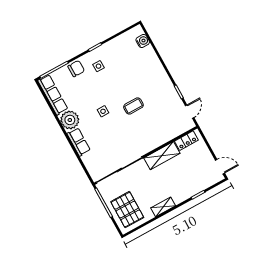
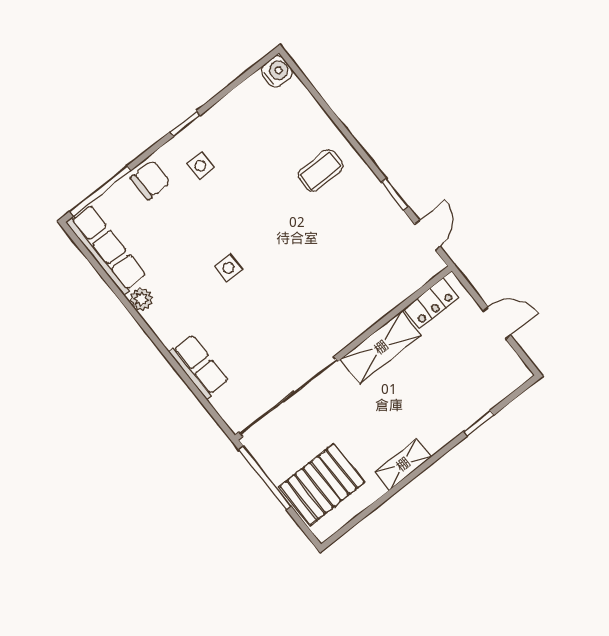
water cooler: (143, 41) -> (277, 72), moved
coffee table: (133, 106) -> (320, 171), moved
plant: (70, 120) -> (141, 299), width x0.53, depth x0.53
row of seats: (79, 142) -> (199, 366), moved
door: (220, 167) -> (497, 323), moved
pallet: (127, 210) -> (322, 485), turned 90

